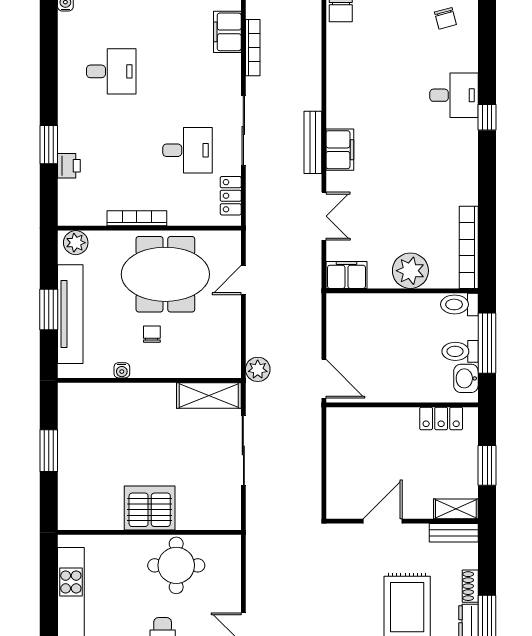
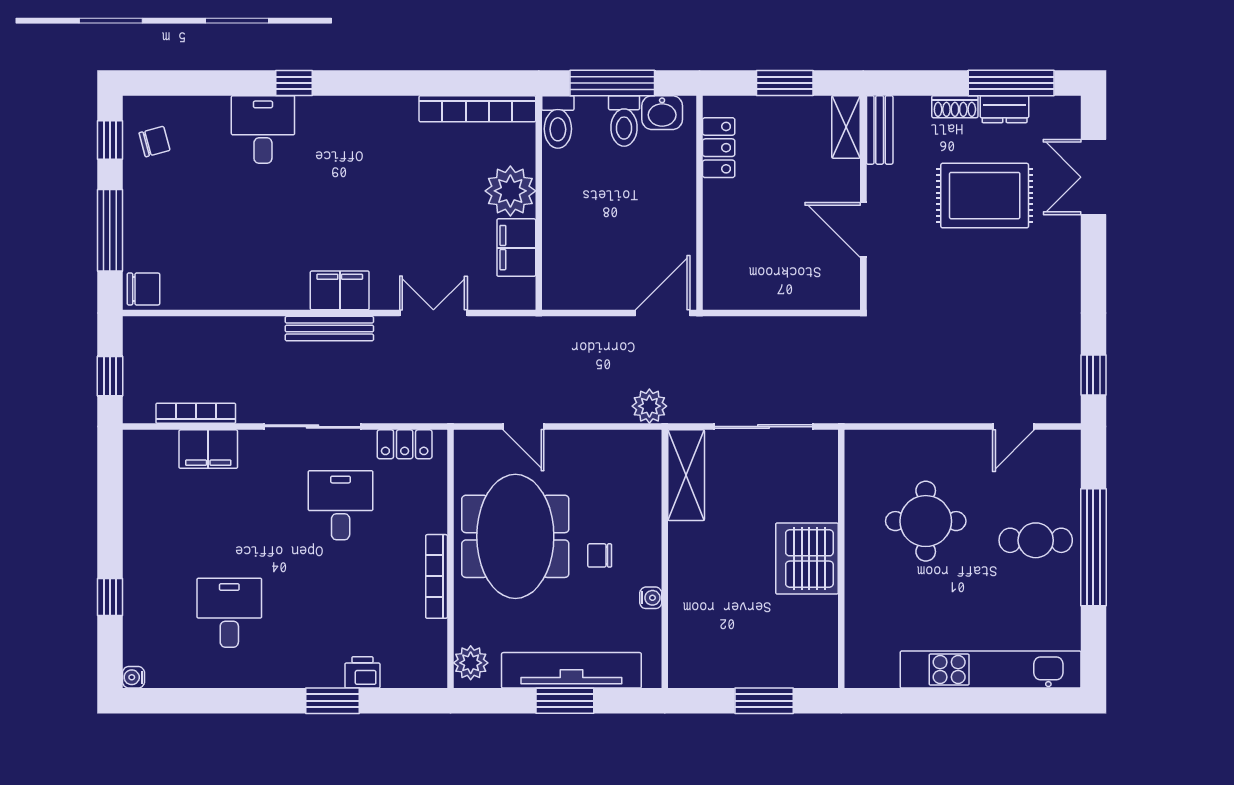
filing cabinet: (227, 32) -> (208, 449), moved
filing cabinet: (346, 275) -> (516, 248), moved
server rack: (150, 508) -> (807, 558), moved
wall: (149, 532) -> (841, 559), moved

